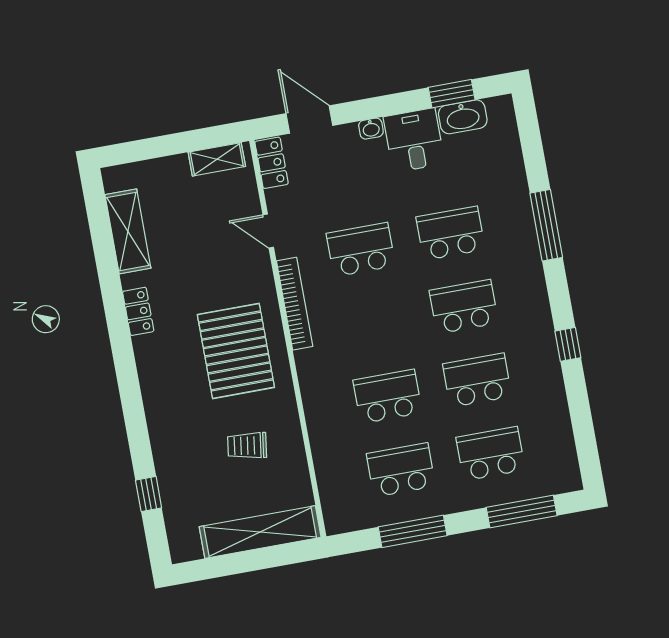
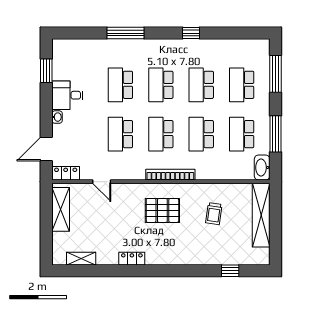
washbasin: (463, 117) -> (262, 167), moved, turned 180
shelving: (217, 159) -> (61, 209), width x1.50, depth x1.33
shelving: (128, 231) -> (81, 259), width x0.67, depth x0.75
door: (268, 231) -> (102, 182), hinge flipped
bookcase: (295, 304) -> (170, 175), moved
school desk: (374, 323) -> (161, 134), added
pallet: (236, 351) -> (162, 210), width x0.73, depth x0.71

